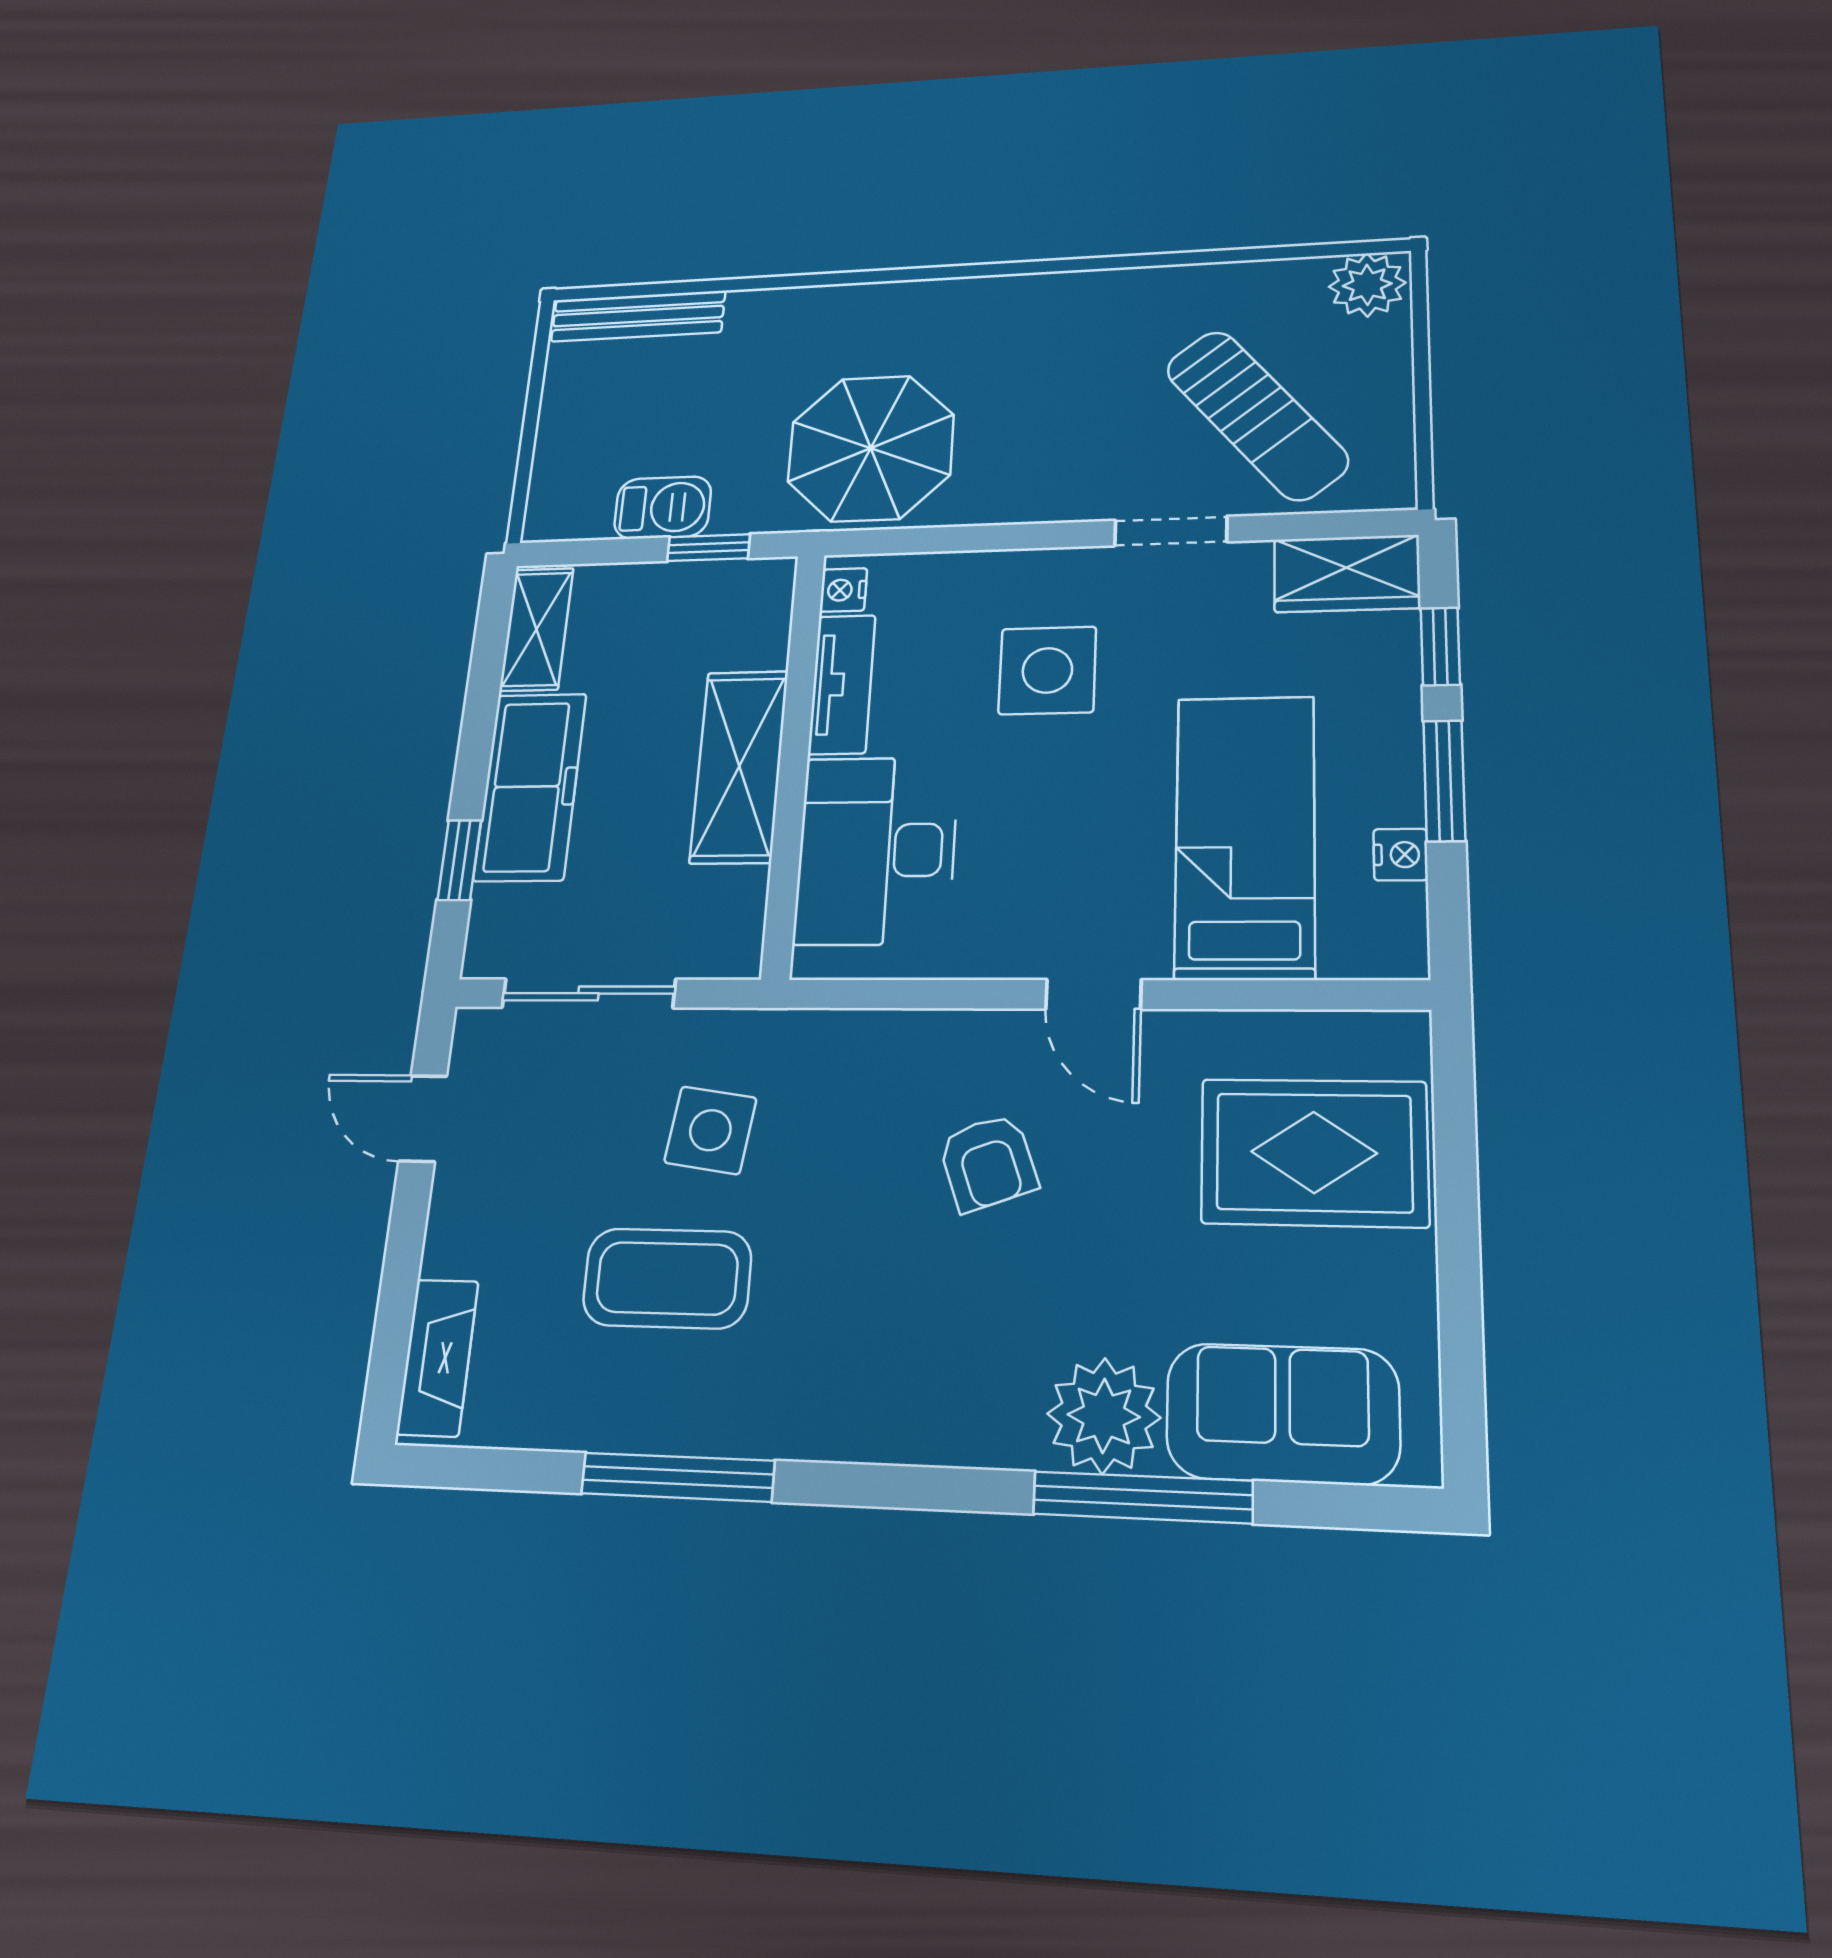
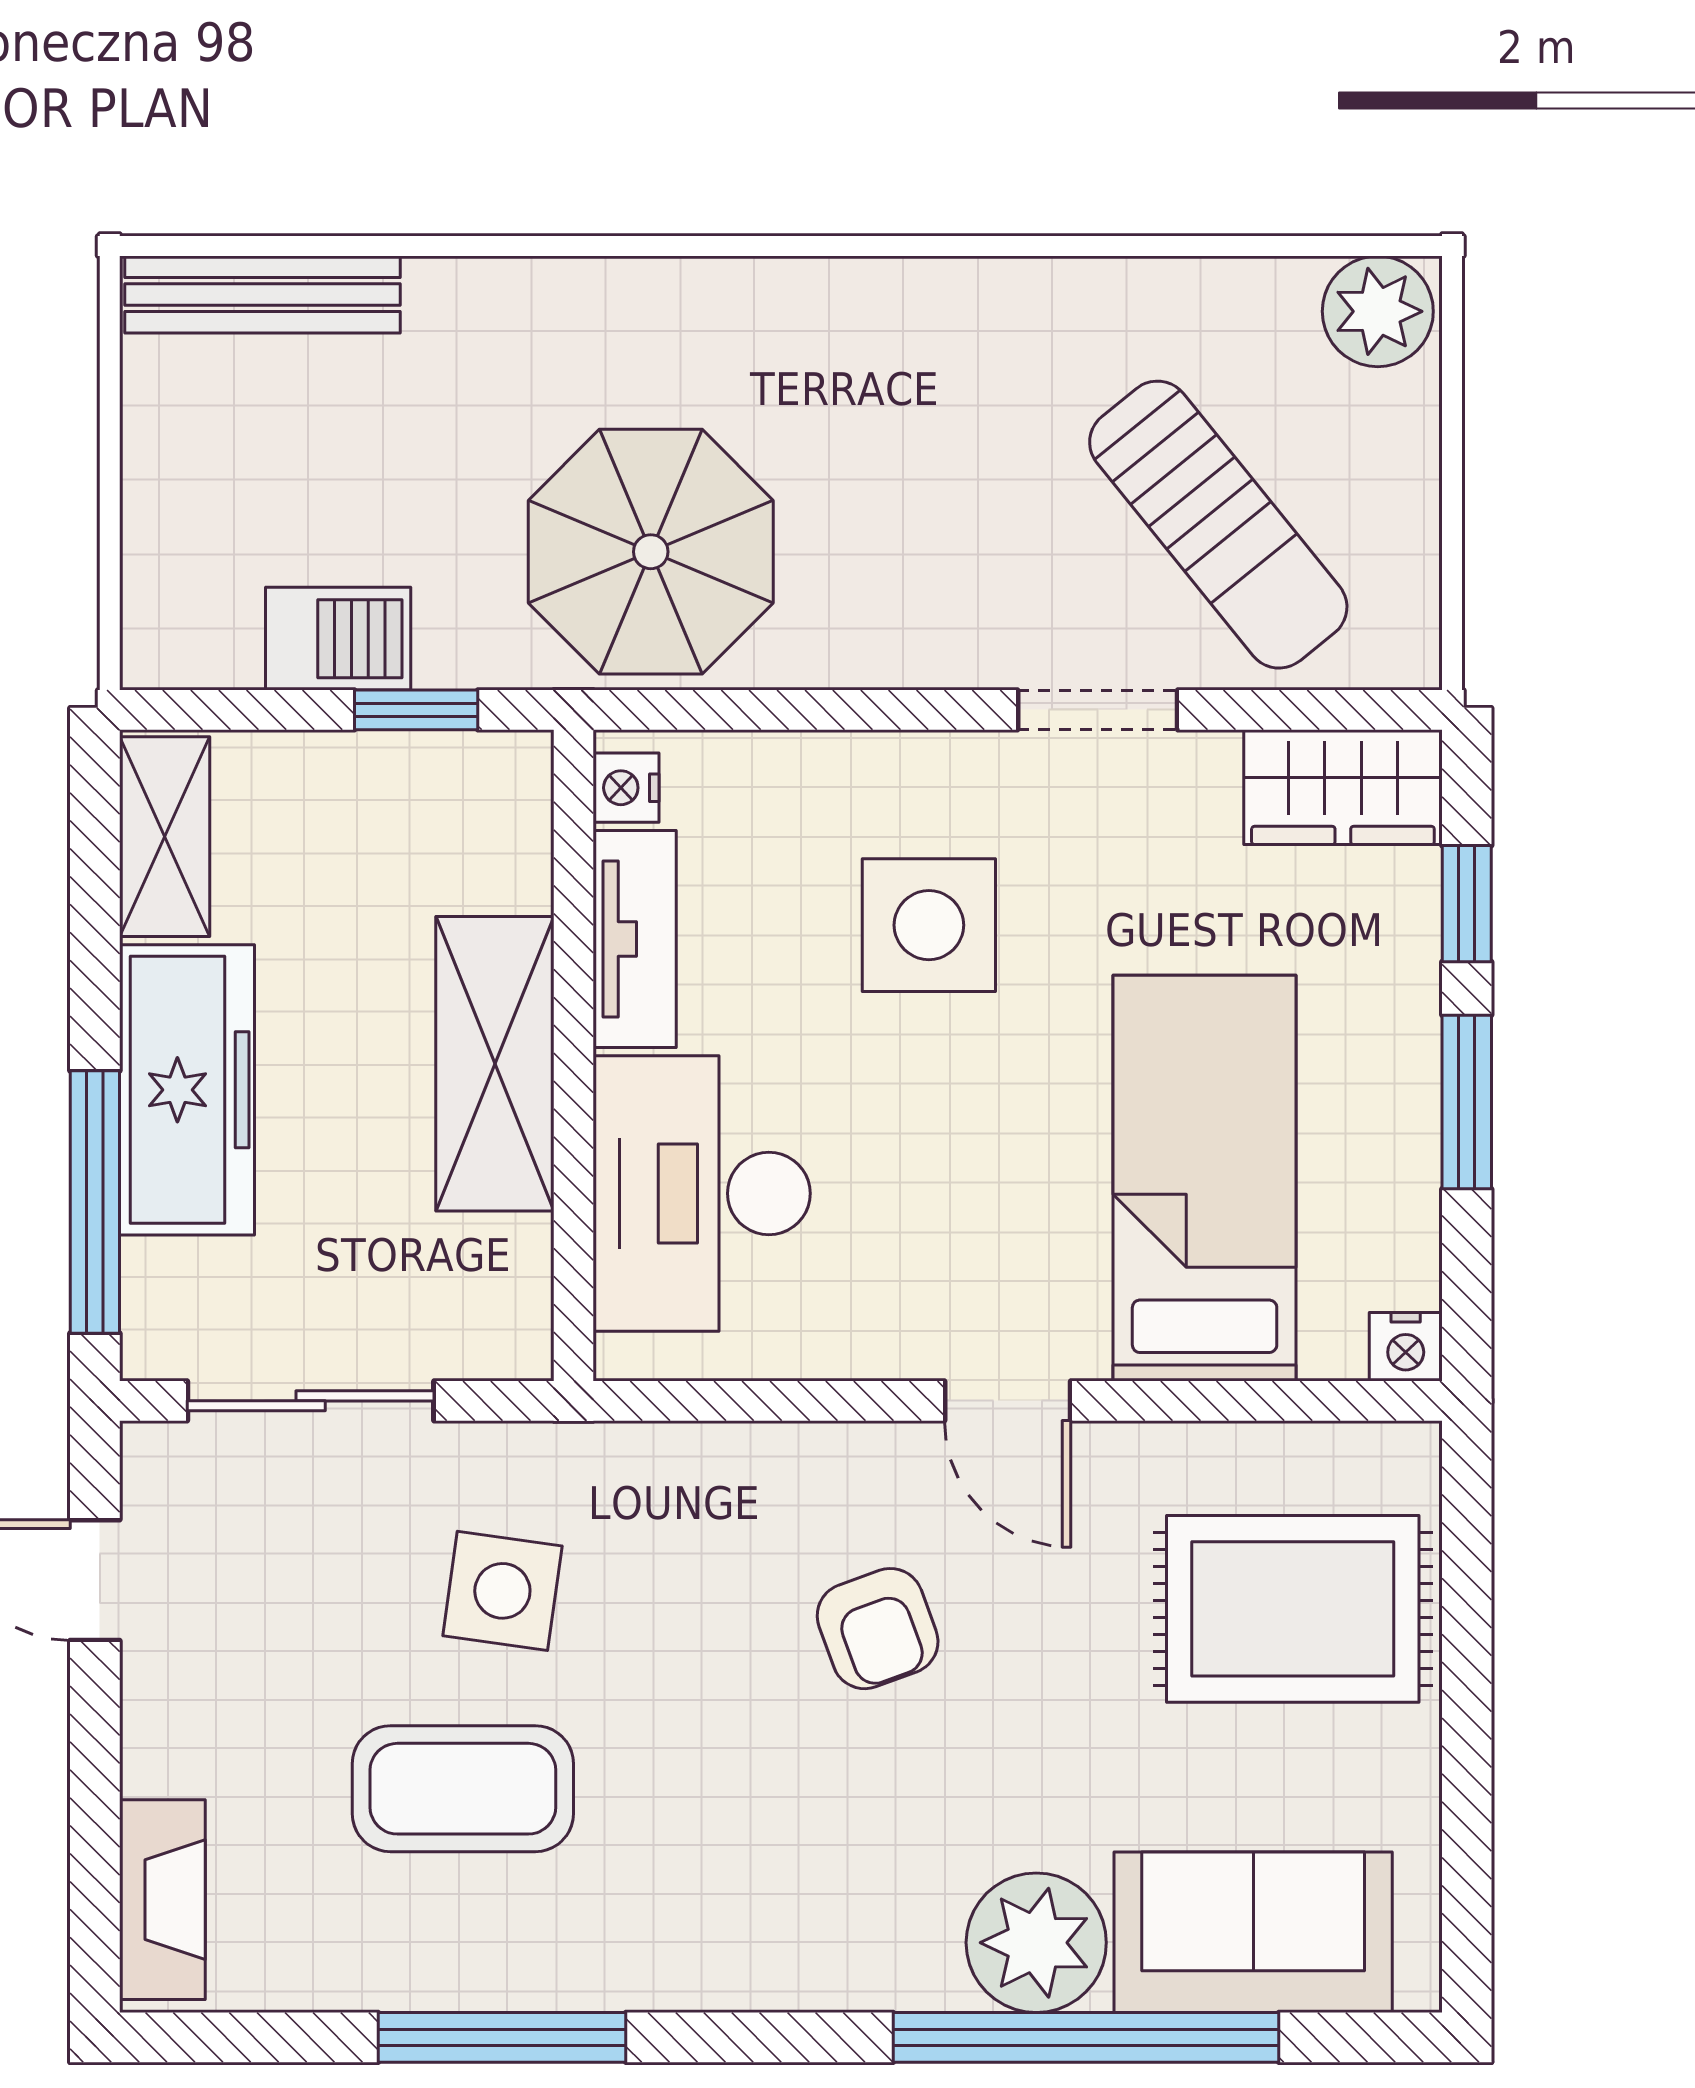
nightstand: (1401, 855) -> (1406, 1347), moved, turned 90
window: (459, 860) -> (95, 1202), width x2.17
window: (1143, 1497) -> (1086, 2037), width x1.46

